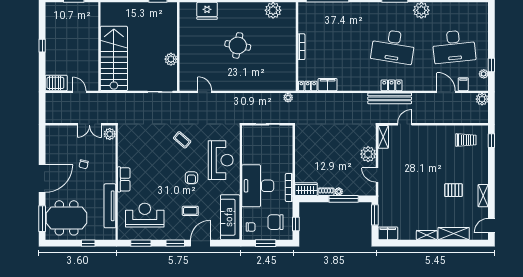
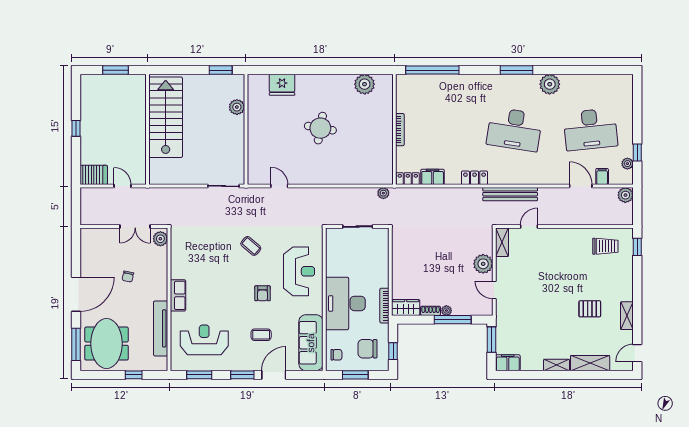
stairs: (114, 58) -> (166, 117), moved
plant: (171, 59) -> (237, 107), moved
locker: (392, 85) -> (475, 178), moved
meeting table: (67, 218) -> (107, 344), turned 90

